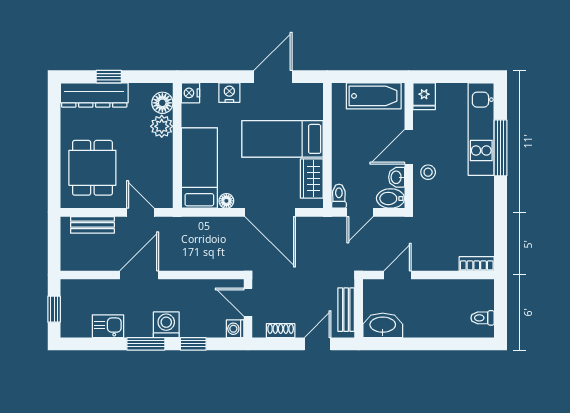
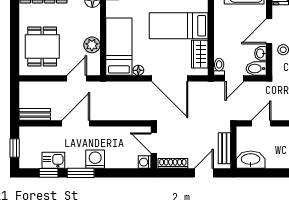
plant: (162, 126) -> (92, 45), moved
door: (140, 212) -> (77, 78), hinge flipped
bench: (92, 225) -> (35, 114), moved
shoe rack: (281, 331) -> (173, 163), width x1.43
window: (193, 344) -> (49, 173), moved

